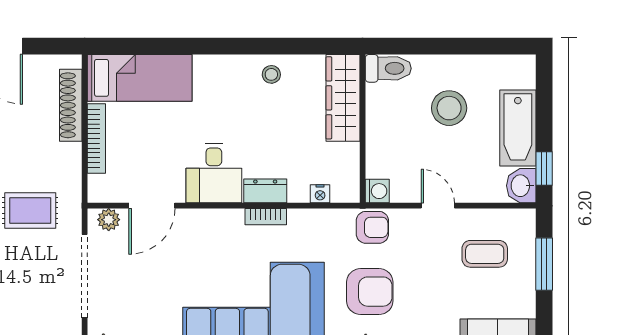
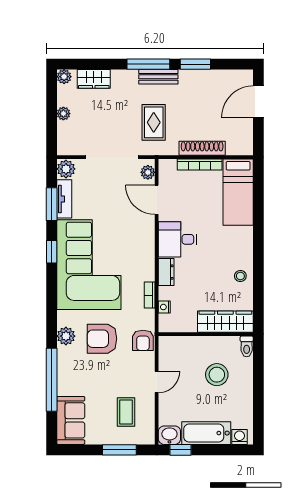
toilet: (388, 68) -> (247, 346), width x0.73, depth x0.72
shoe rack: (71, 105) -> (202, 148), moved
stool: (449, 108) -> (217, 375), moved
washing machine: (377, 191) -> (239, 437), moved, turned 180
bookcase: (266, 217) -> (150, 295), moved
armchair: (370, 292) -> (102, 339), turned 90

